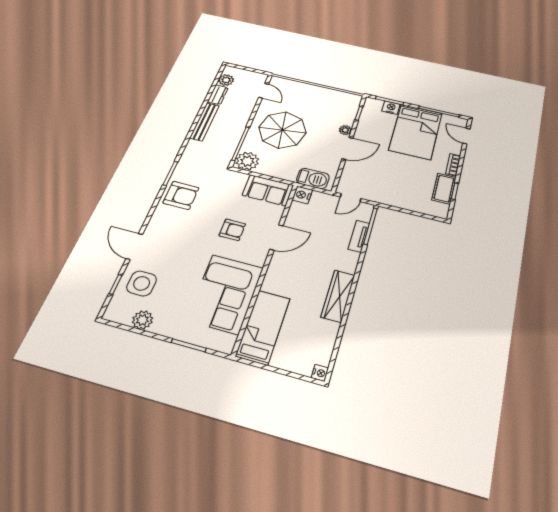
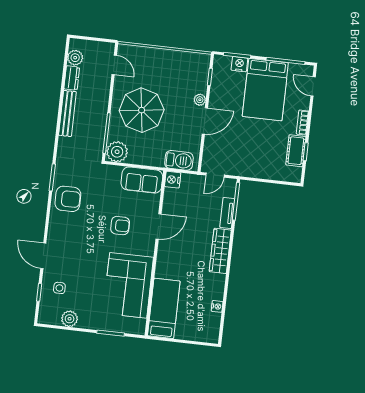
side table: (142, 283) -> (59, 288), width x0.54, depth x0.54
wardrobe: (338, 296) -> (220, 251), moved
nightstand: (320, 373) -> (217, 306), moved

